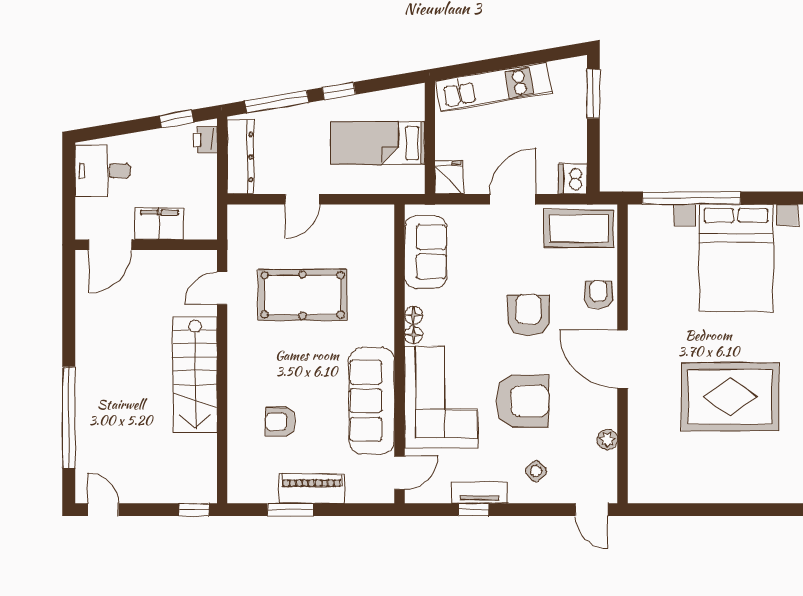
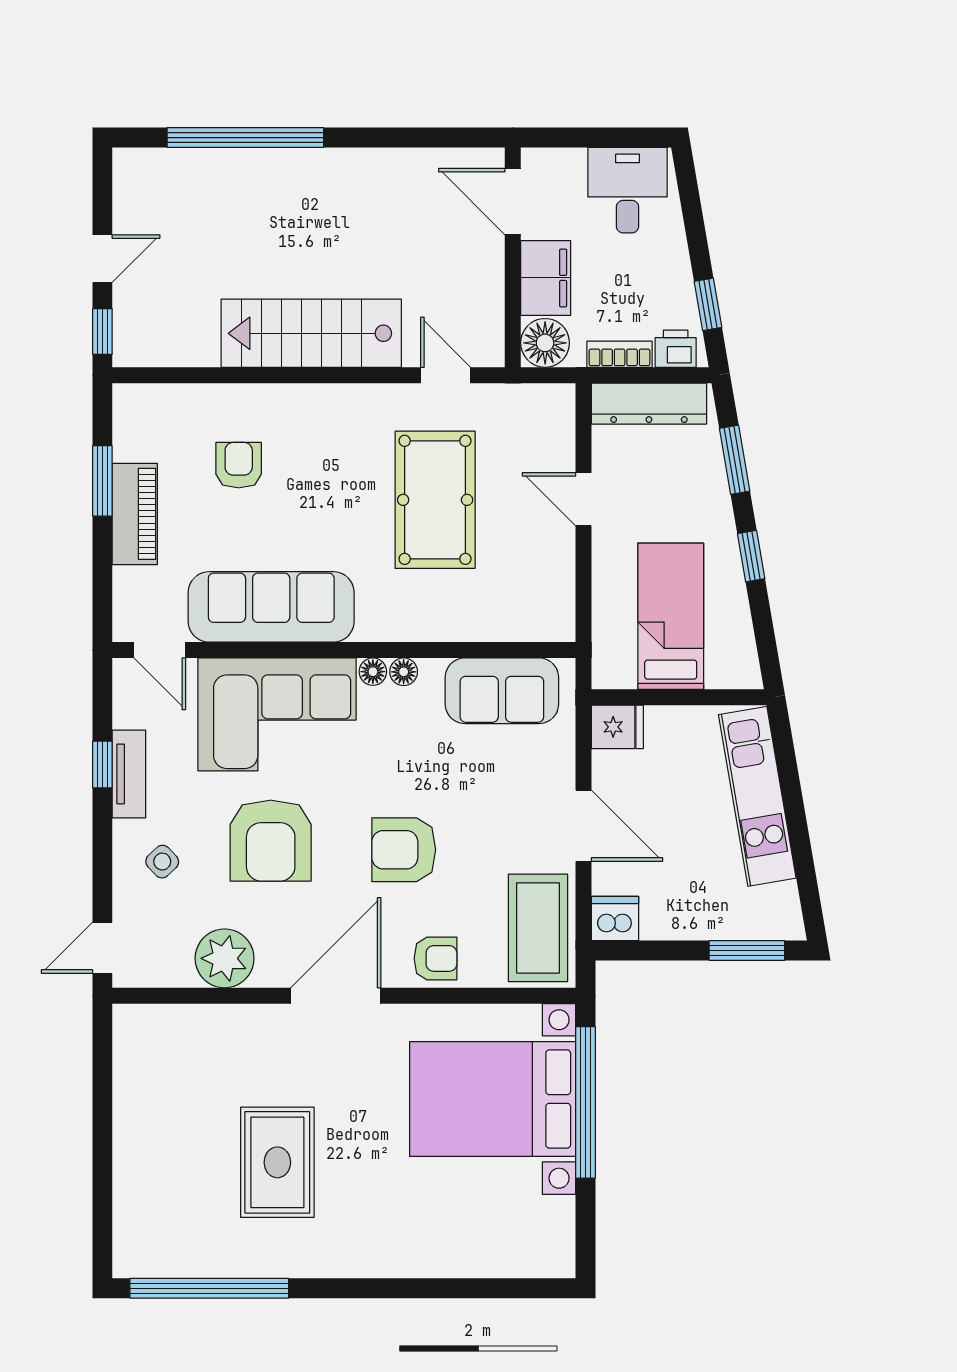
window: (277, 102) -> (735, 460), width x0.69
bookcase: (209, 176) -> (620, 354), added
floor lamp: (201, 224) -> (545, 343), added
bed with nightstands: (736, 258) -> (493, 1099), moved
armchair: (528, 315) -> (404, 850), turned 180
rug: (730, 397) -> (277, 1162), width x0.73, depth x0.69
plant: (607, 440) -> (225, 958), width x1.88, depth x1.88
door: (103, 510) -> (102, 259), moved

